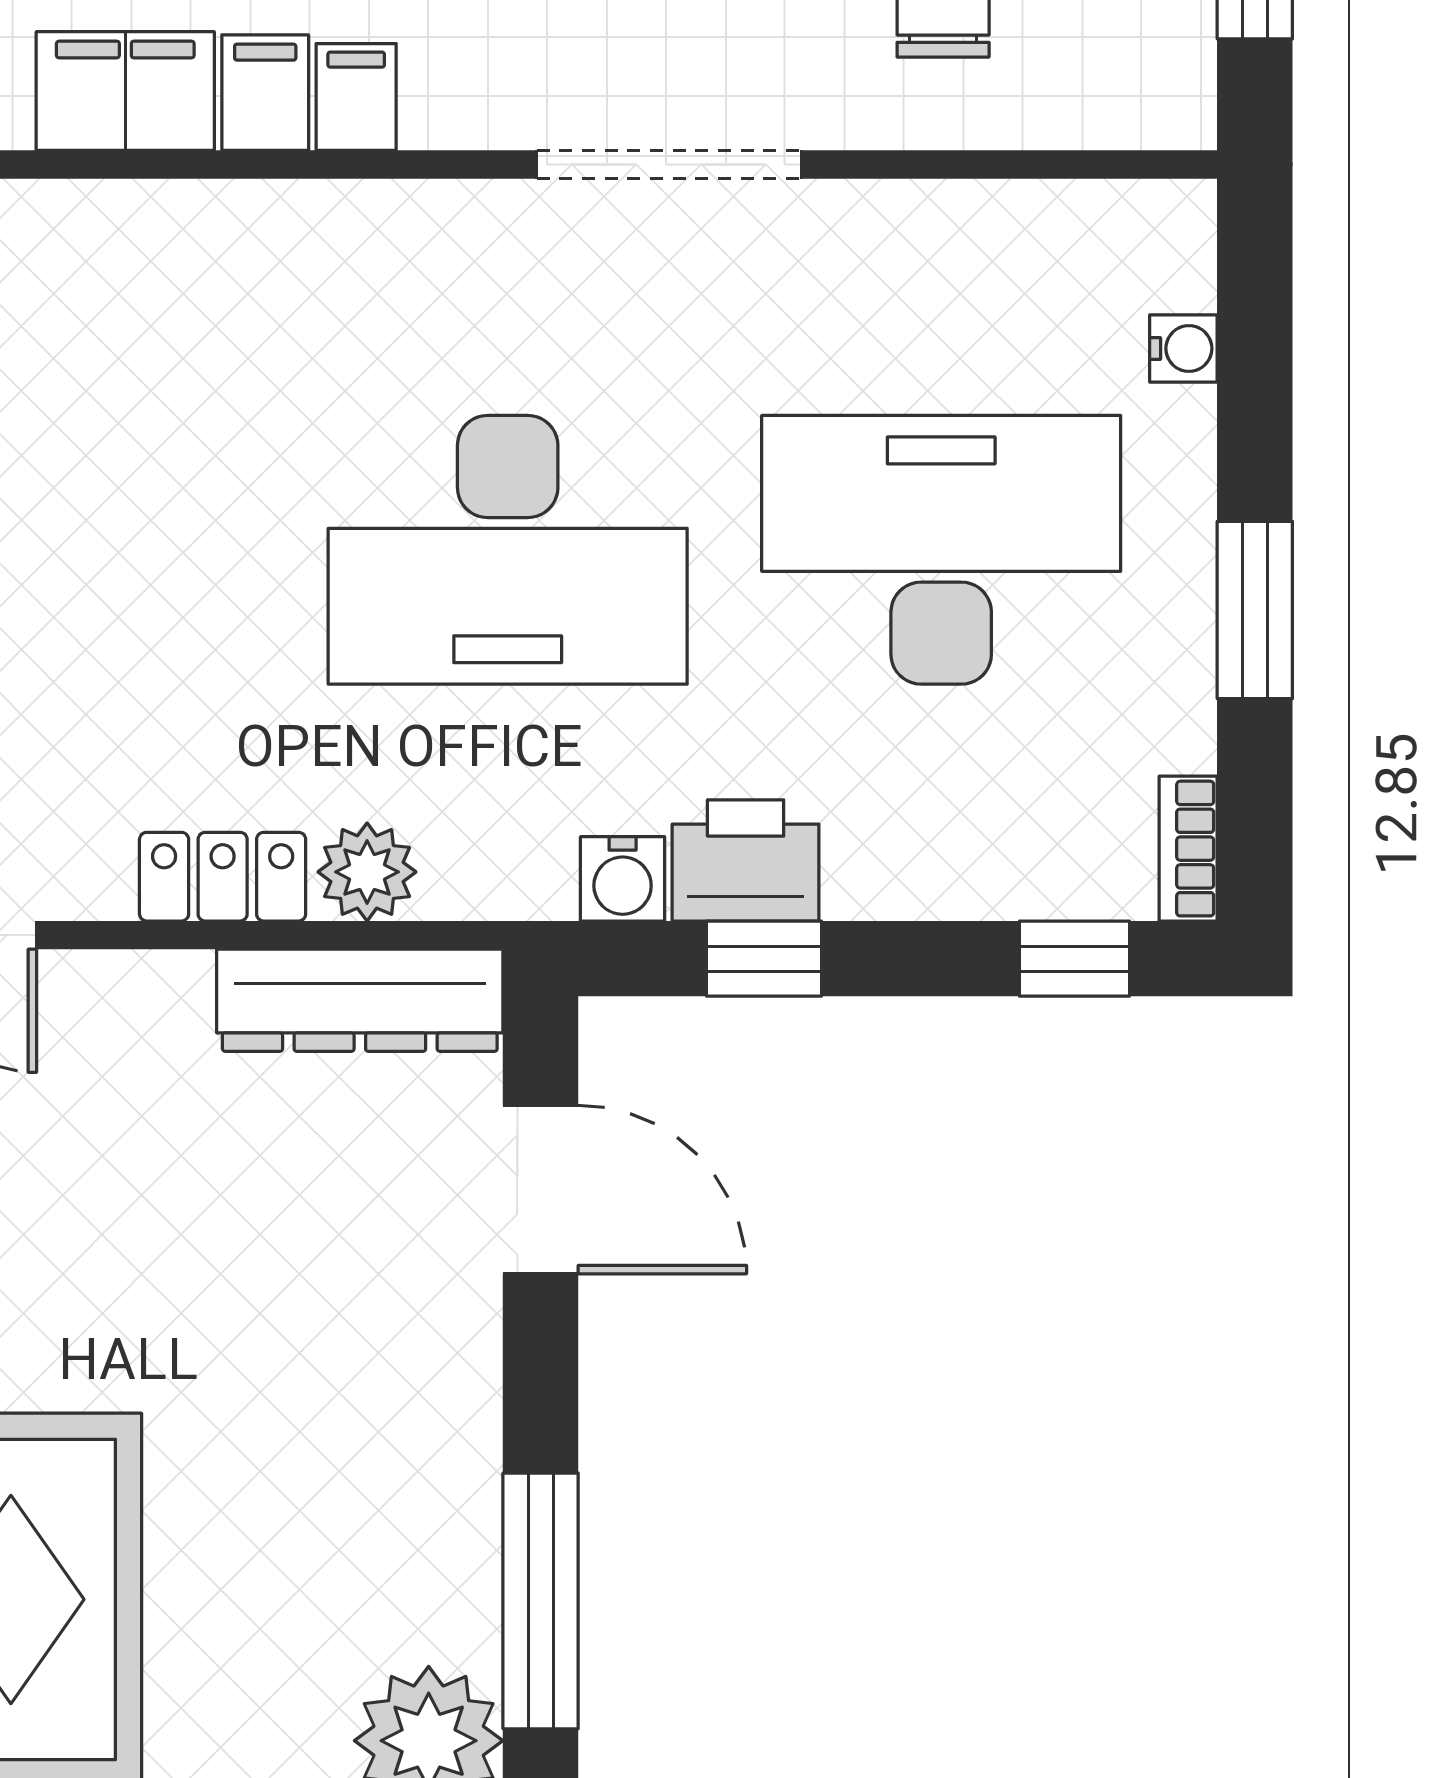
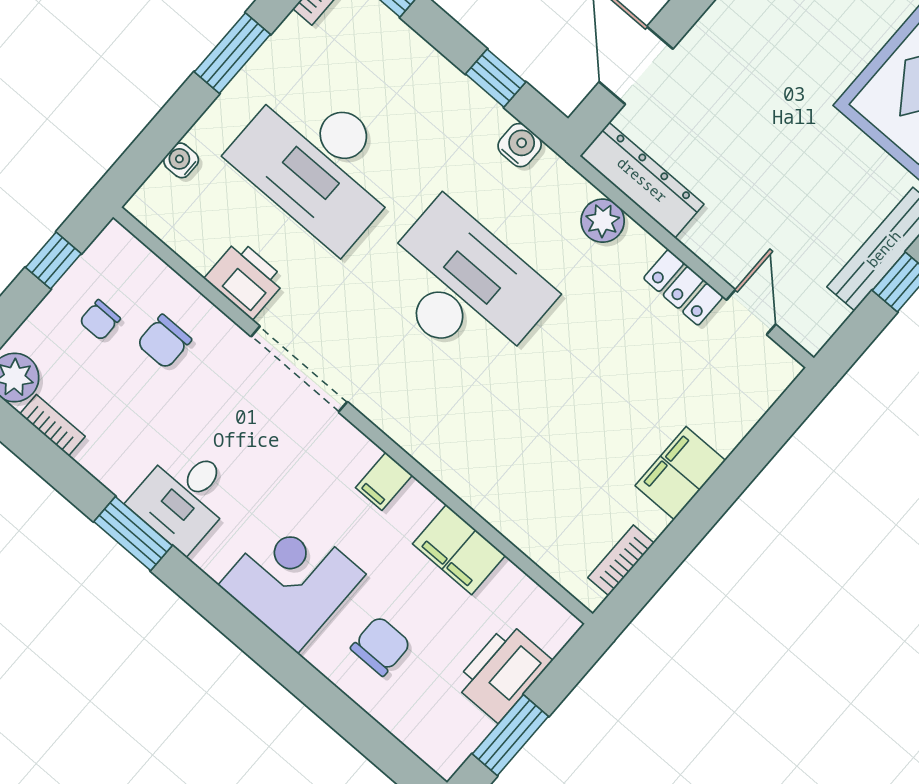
filing cabinet: (265, 93) -> (413, 509), removed
printer: (746, 860) -> (245, 279), moved, turned 180
locker: (223, 877) -> (683, 287), moved

